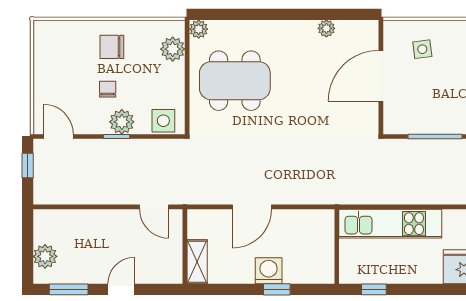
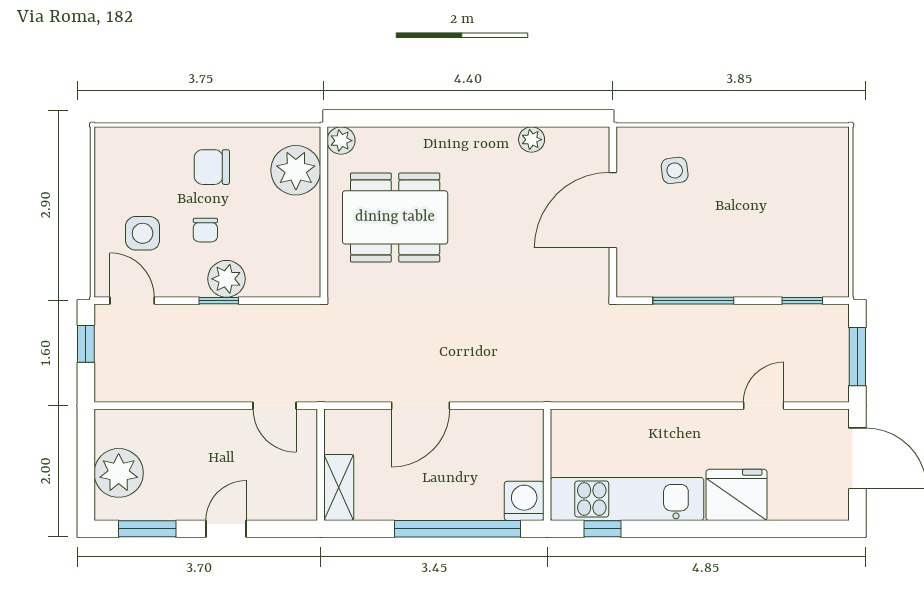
plant: (173, 49) -> (296, 170), width x1.36, depth x1.36
chair: (108, 89) -> (205, 230), turned 180
side table: (163, 121) -> (143, 233), moved
kitchen unit: (390, 224) -> (627, 499), moved, turned 180
plant: (45, 256) -> (119, 473), width x1.36, depth x1.36
washing machine: (269, 271) -> (524, 501), moved
window: (277, 289) -> (457, 529), width x3.17

